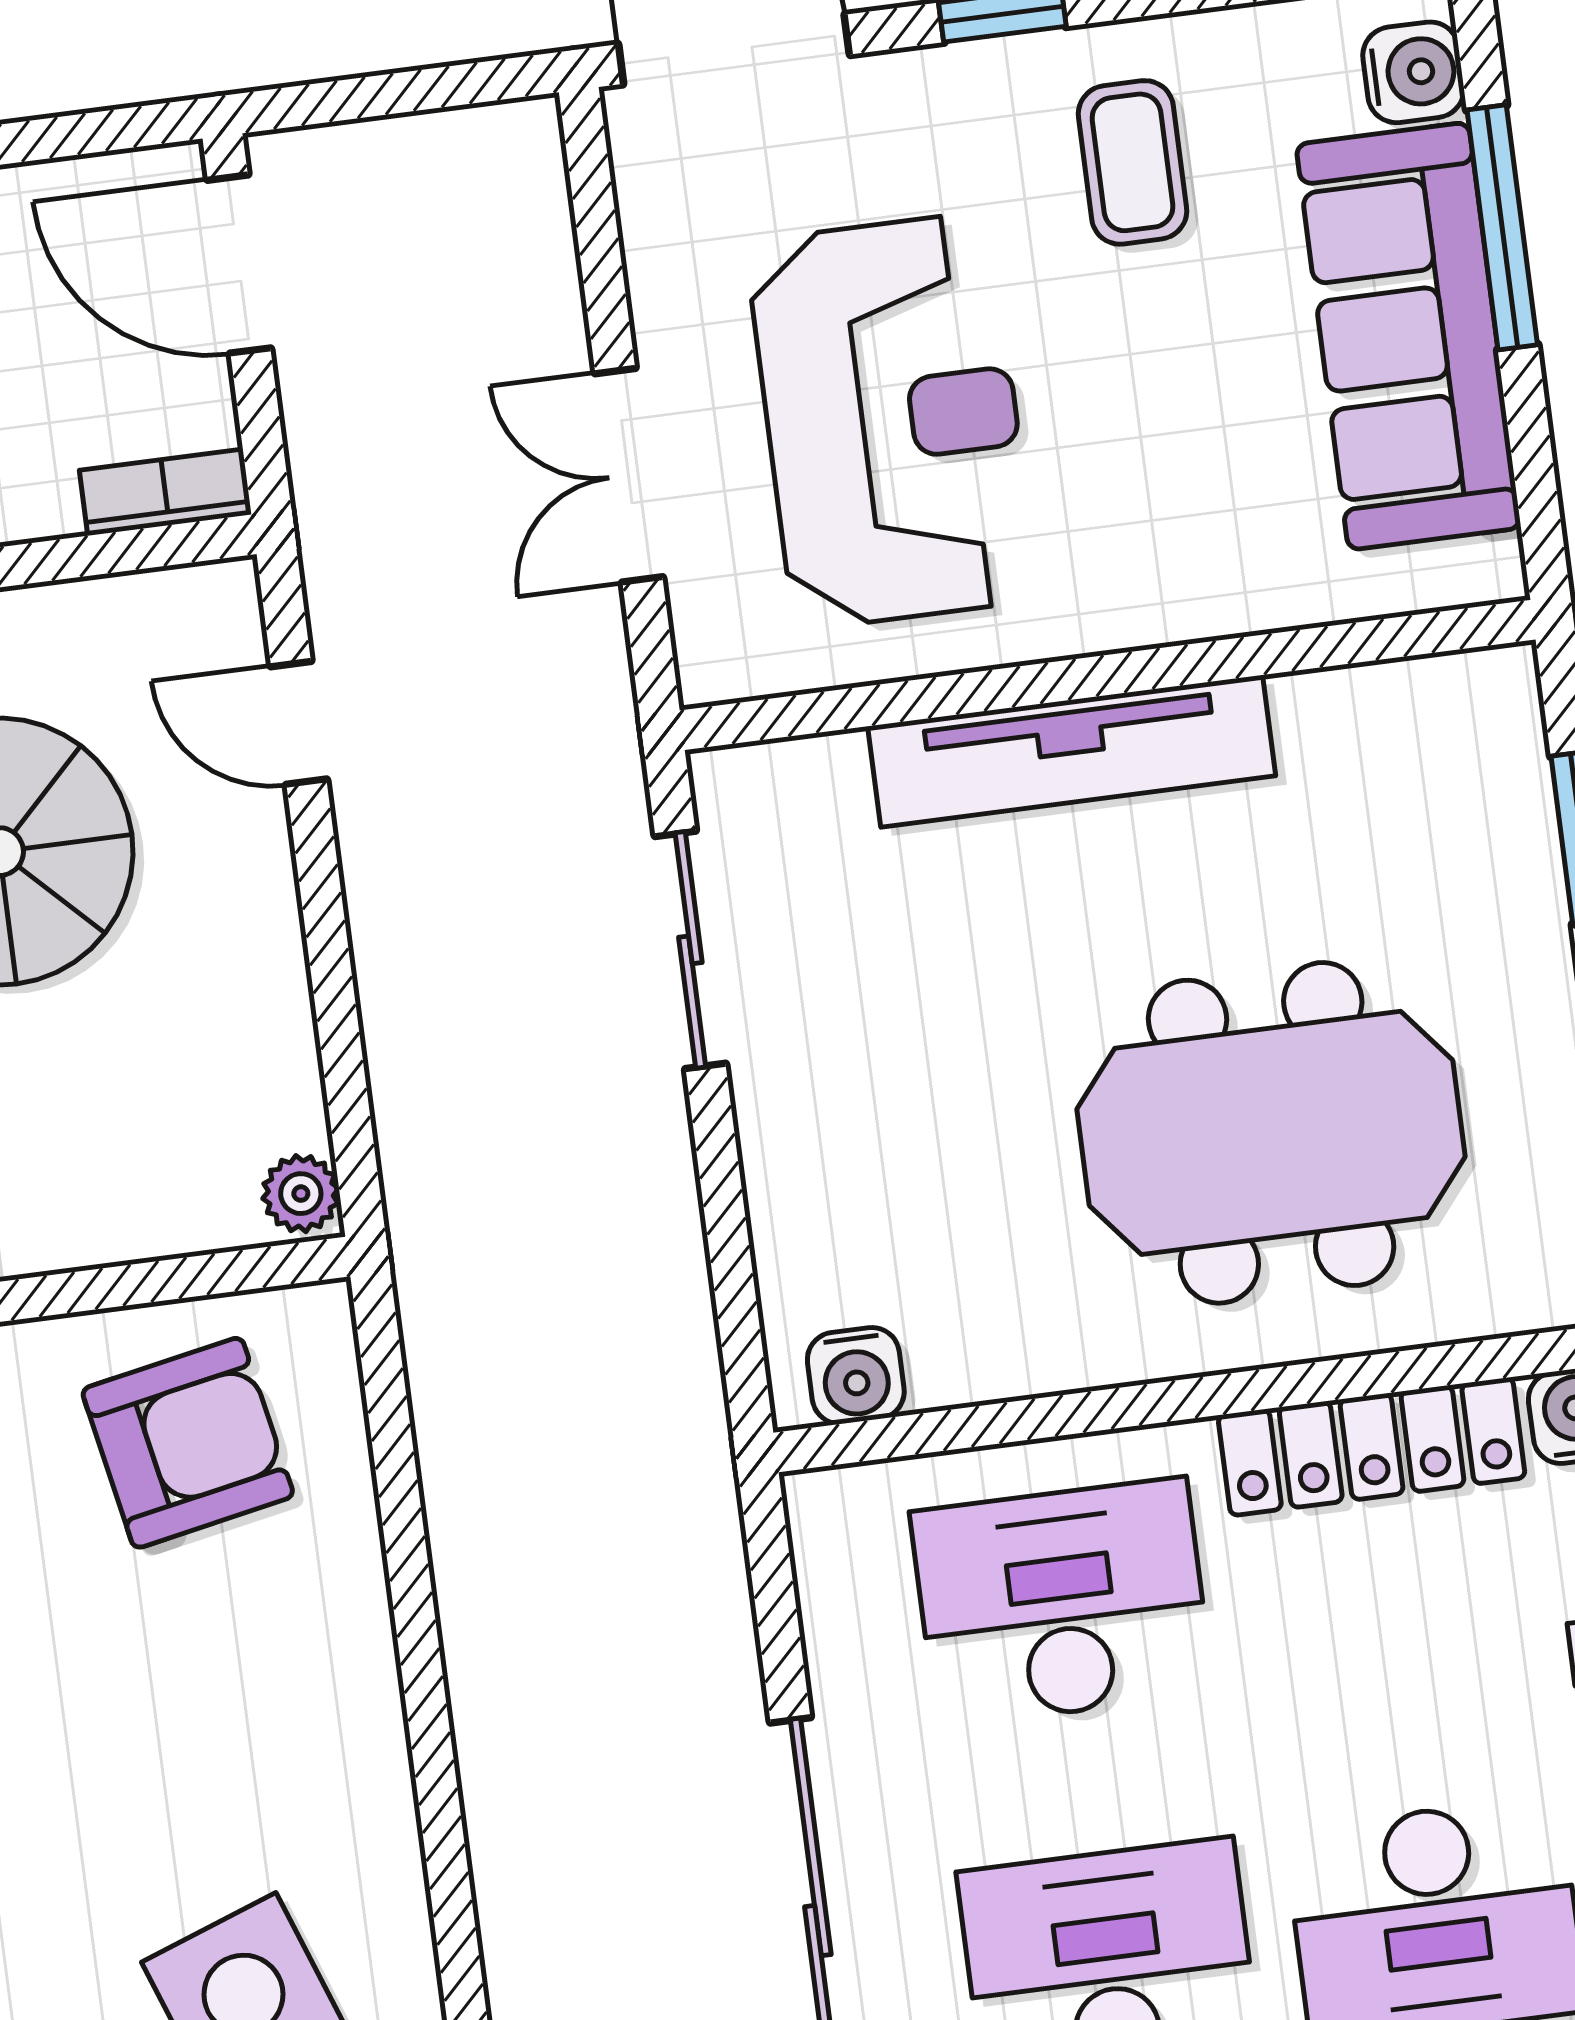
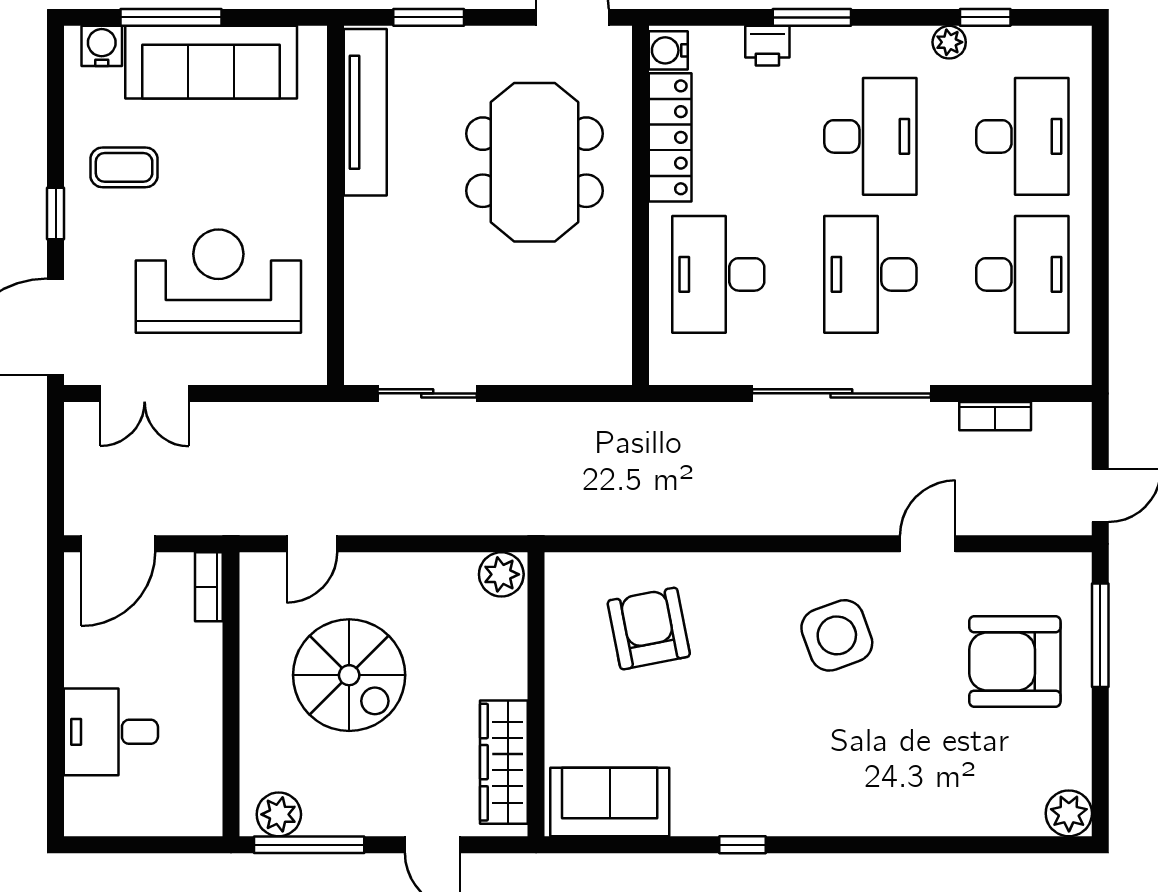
double door: (629, 475) -> (145, 393), moved
tv unit: (1072, 751) -> (365, 112), moved
plant: (301, 1194) -> (501, 574), width x1.38, depth x1.38
water cooler: (856, 1376) -> (613, 348), removed
armchair: (188, 1443) -> (649, 629), moved

